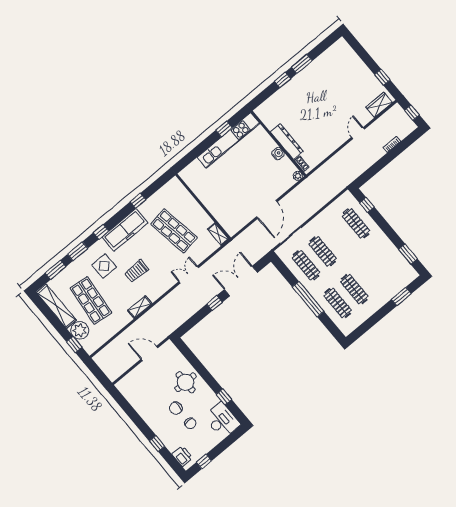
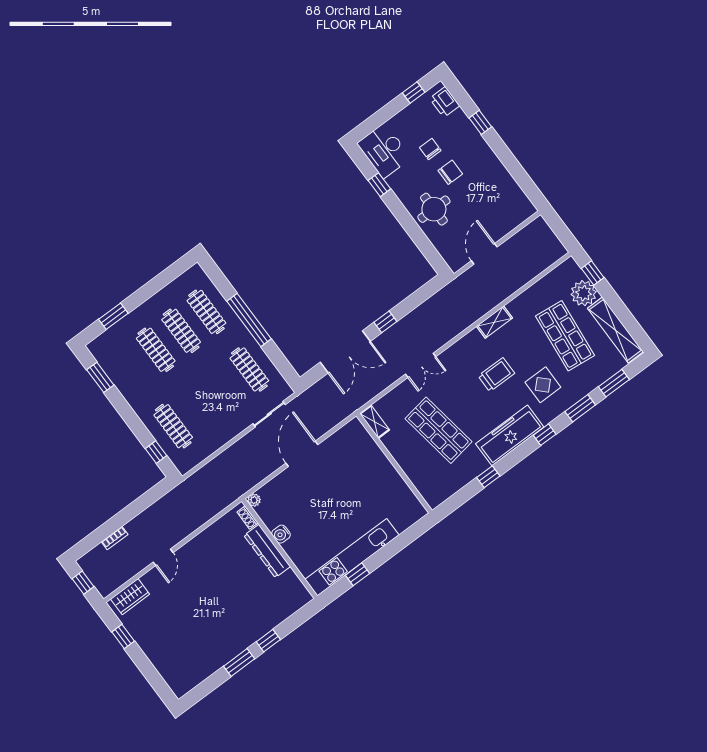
clothes rail: (323, 251) -> (156, 350), moved
door: (149, 354) -> (484, 254), swing flipped

